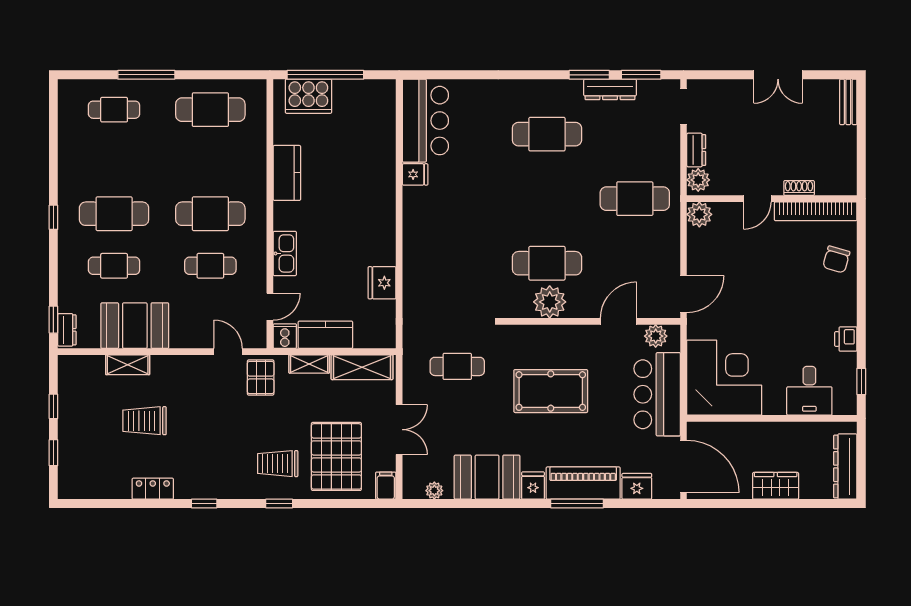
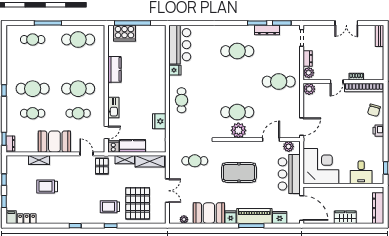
cafe table: (429, 238) -> (182, 100), added
booth: (135, 326) -> (54, 142), moved
printer: (846, 339) -> (378, 131), moved
filing cabinet: (386, 486) -> (11, 217), moved
locker: (153, 489) -> (27, 219), moved

